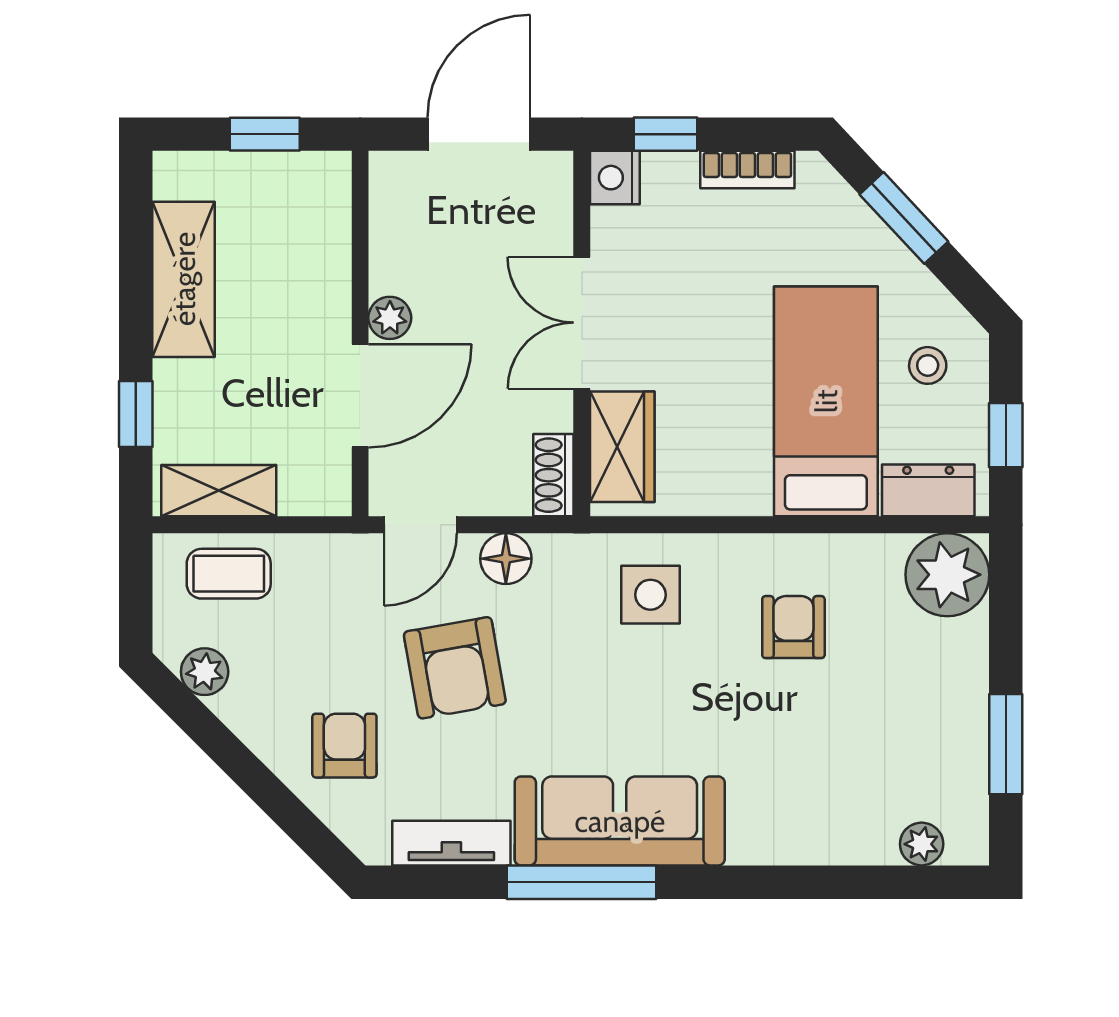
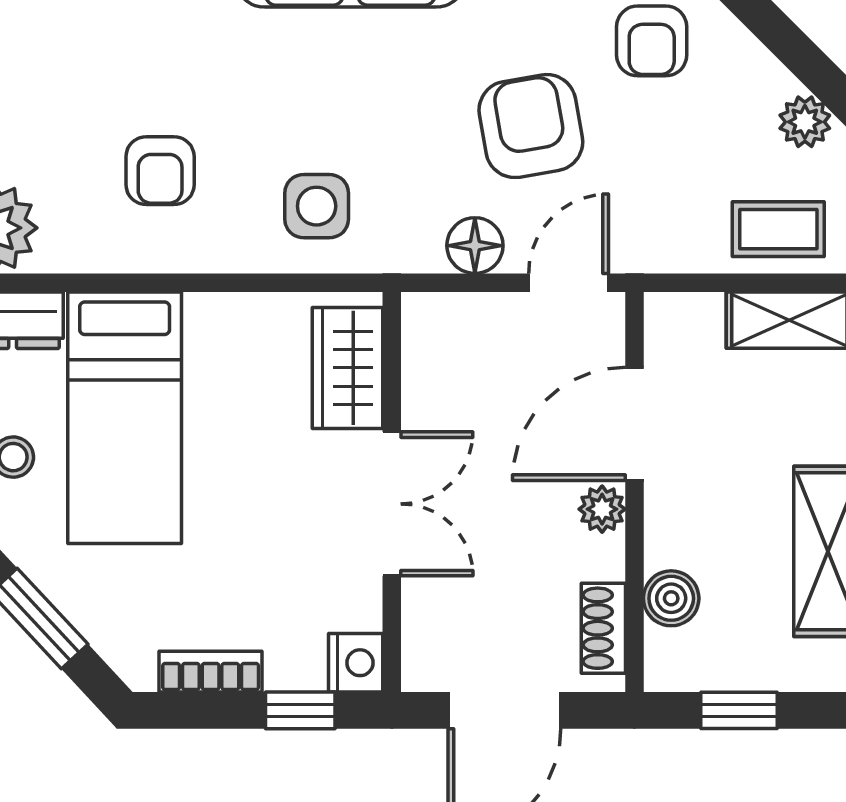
boiler: (327, 236) -> (671, 598), added
shoe rack: (553, 475) -> (603, 628), moved, turned 180

